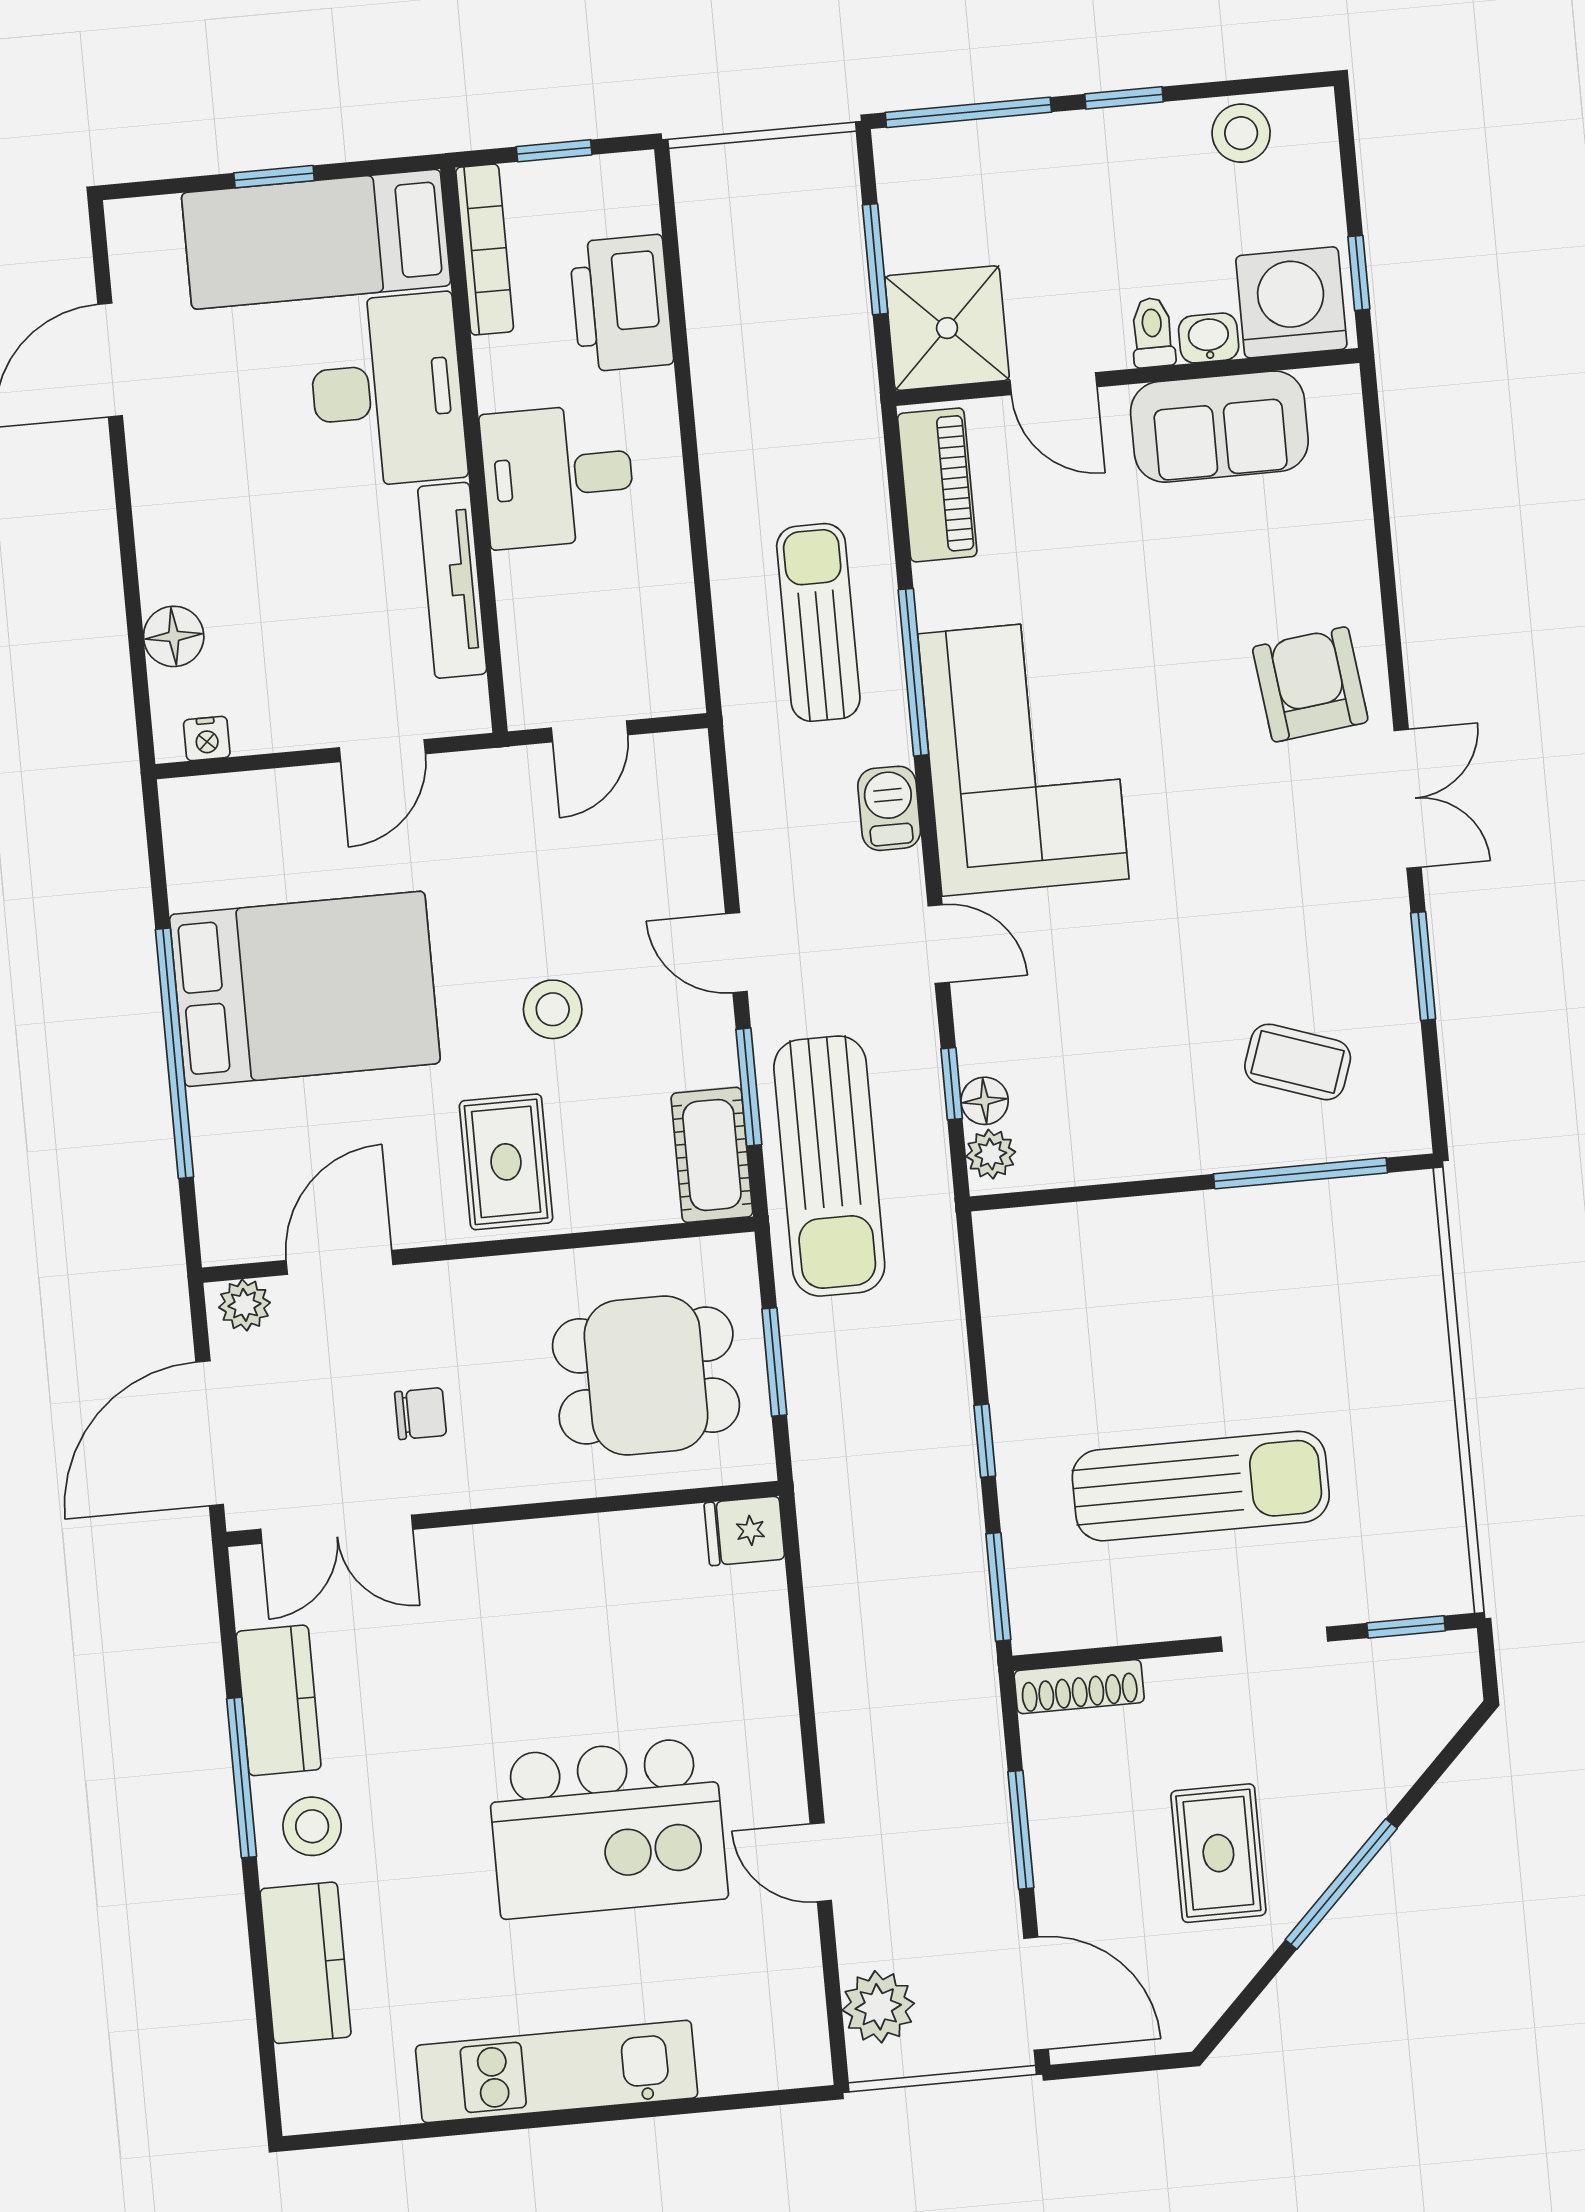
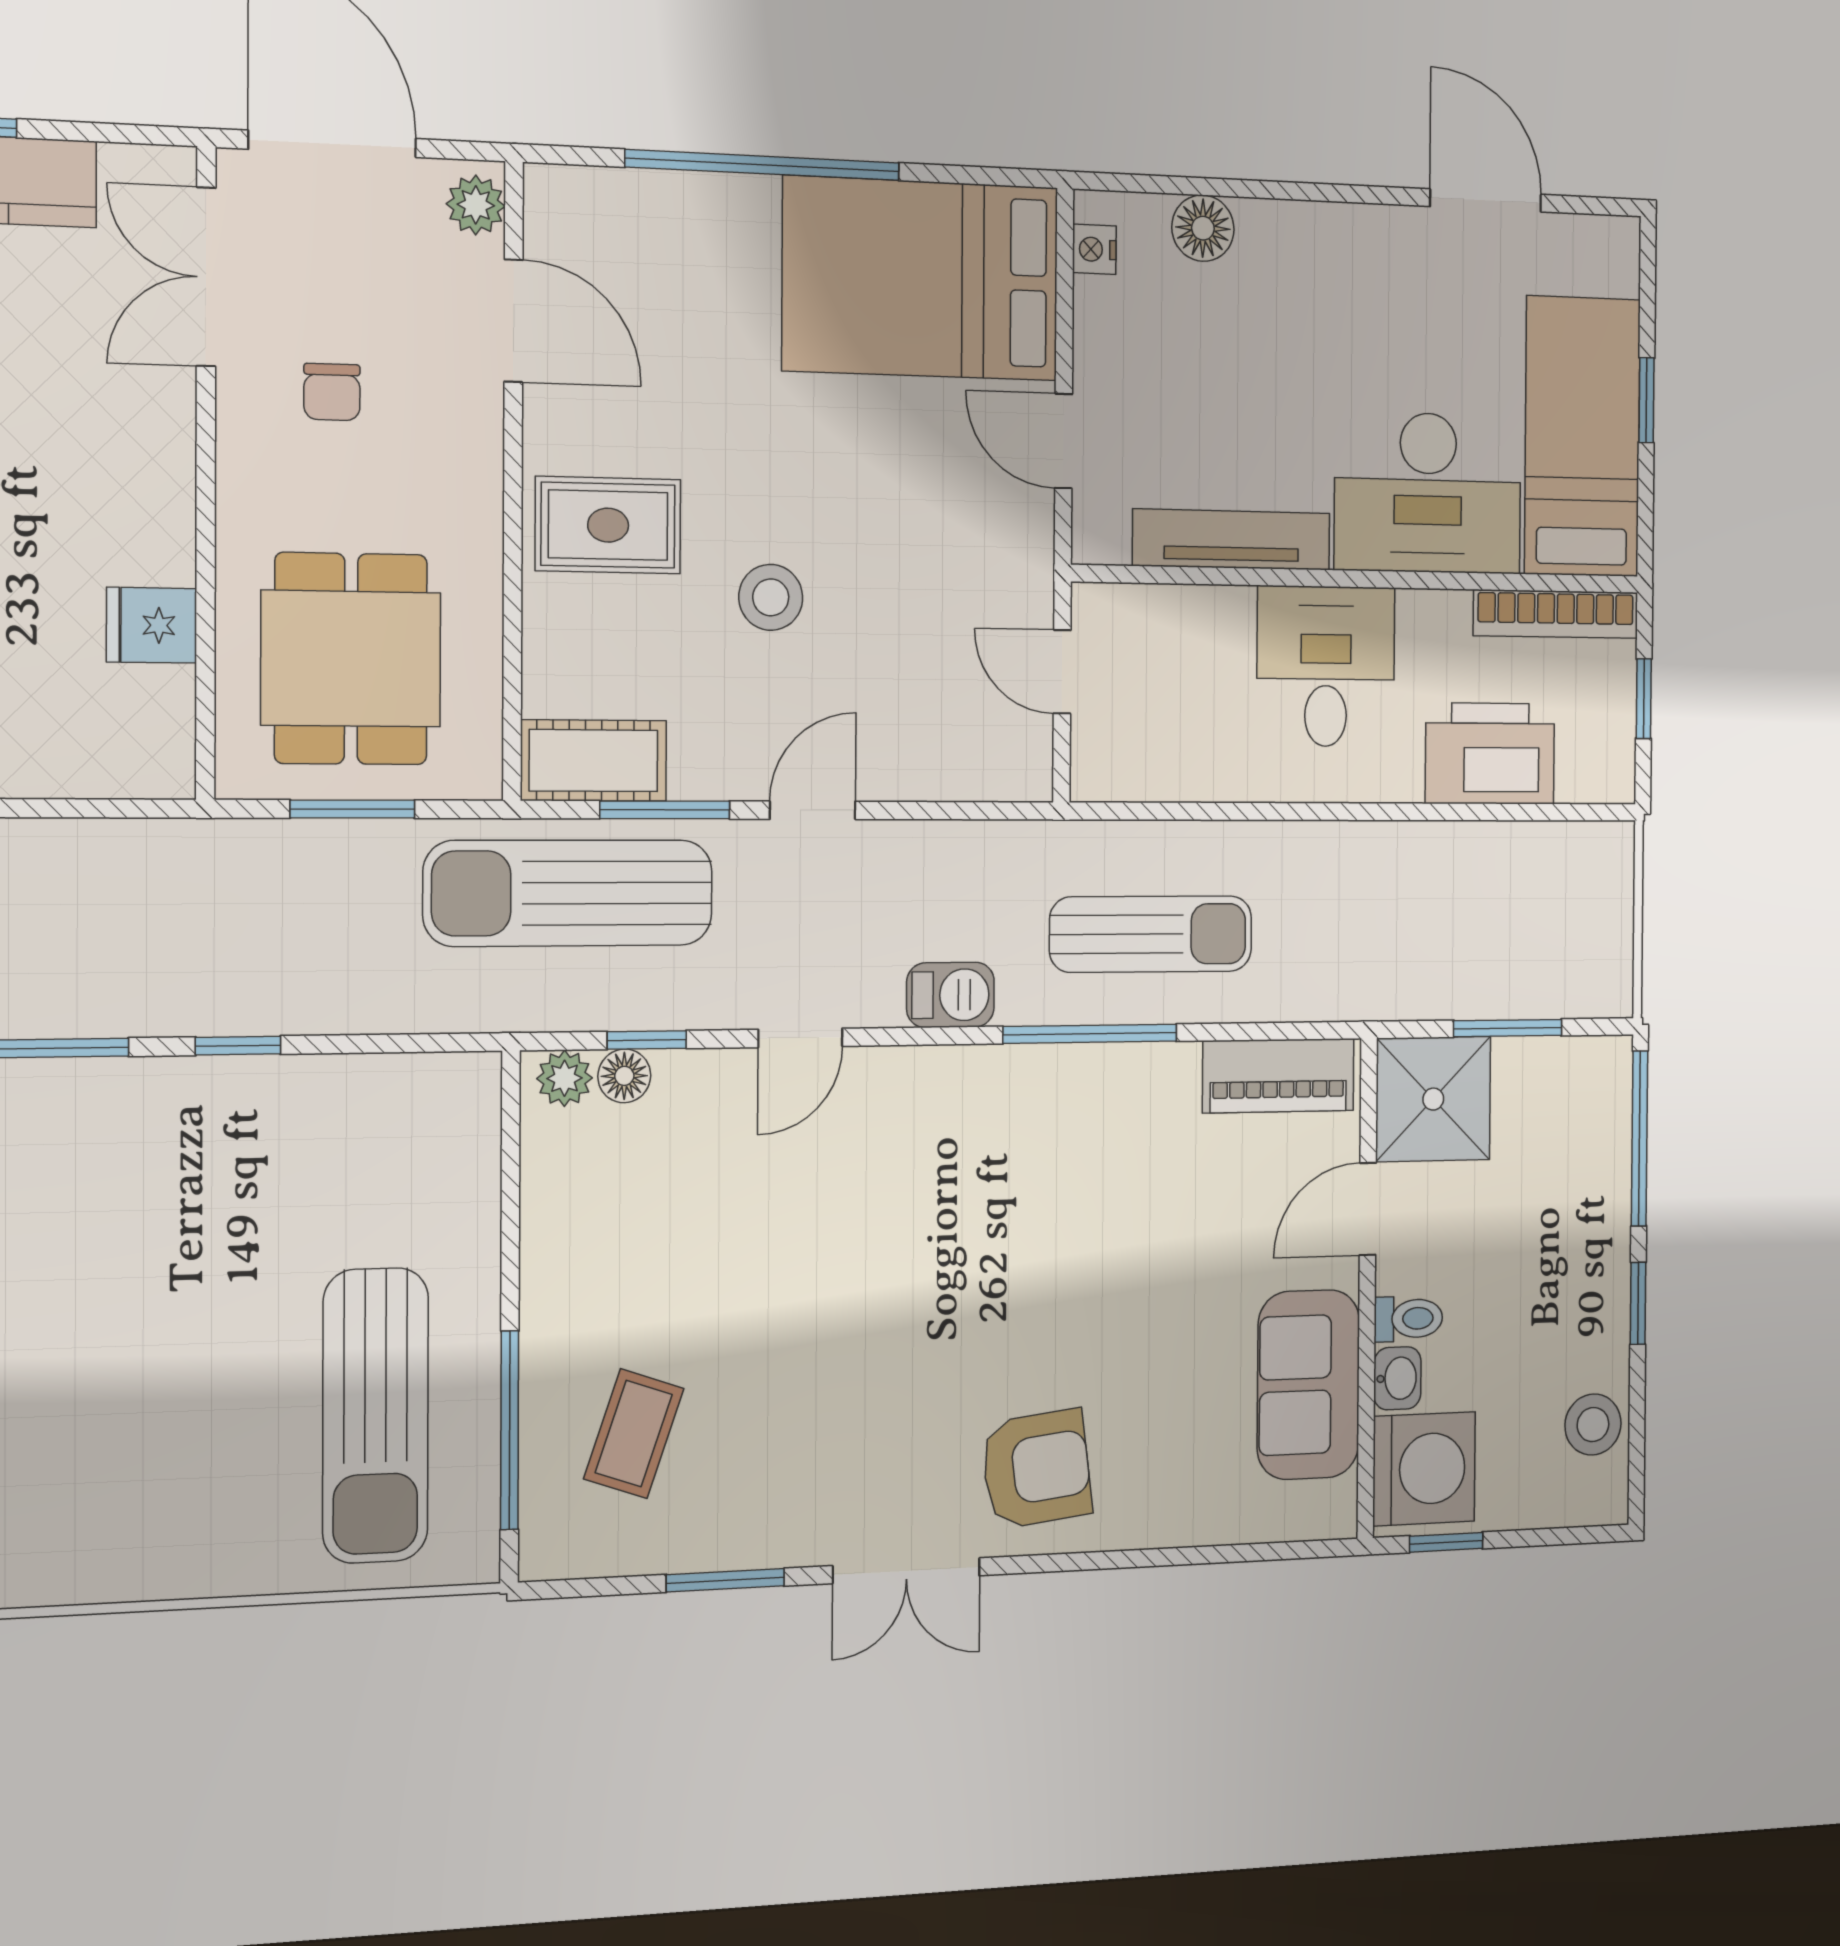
corner sofa: (1023, 756) -> (991, 1148), removed
bed: (305, 989) -> (921, 279), moved, turned 90
sun lounger: (1201, 1486) -> (376, 1415), moved
fridge: (744, 1531) -> (152, 625), moved, turned -90

